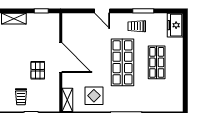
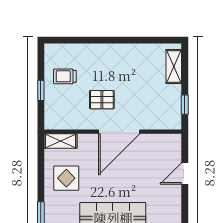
door: (102, 11) -> (185, 174), moved

